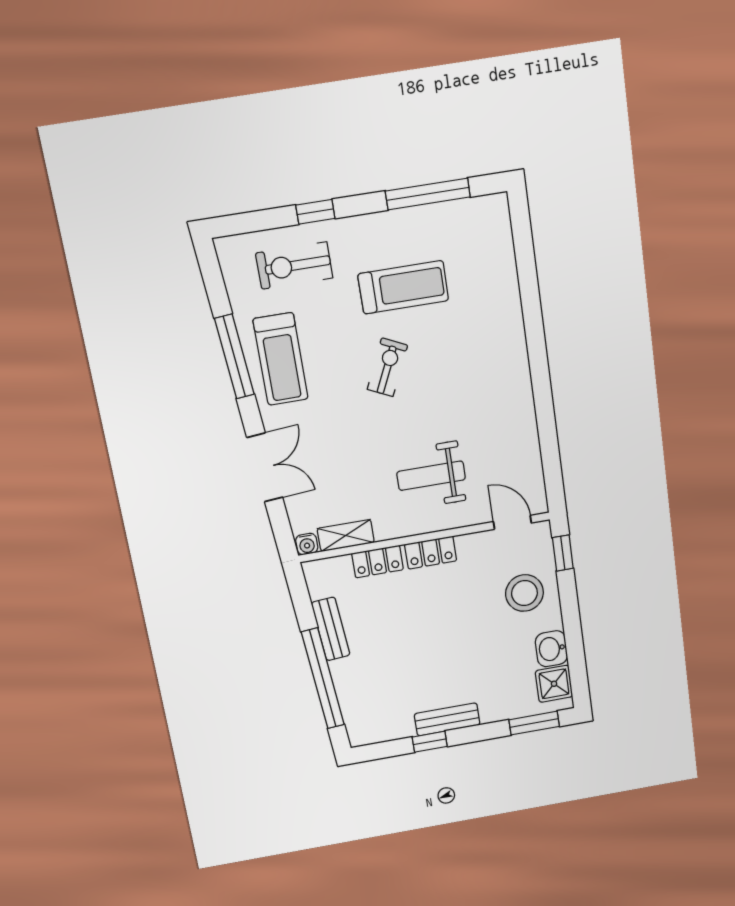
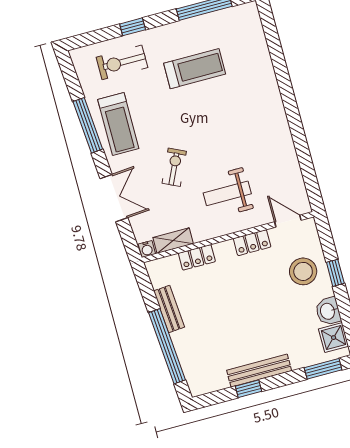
exercise bike: (387, 367) -> (174, 167), moved
locker: (431, 553) -> (252, 243), moved
window: (563, 553) -> (335, 273), moved
bench: (447, 719) -> (259, 371), width x1.36

